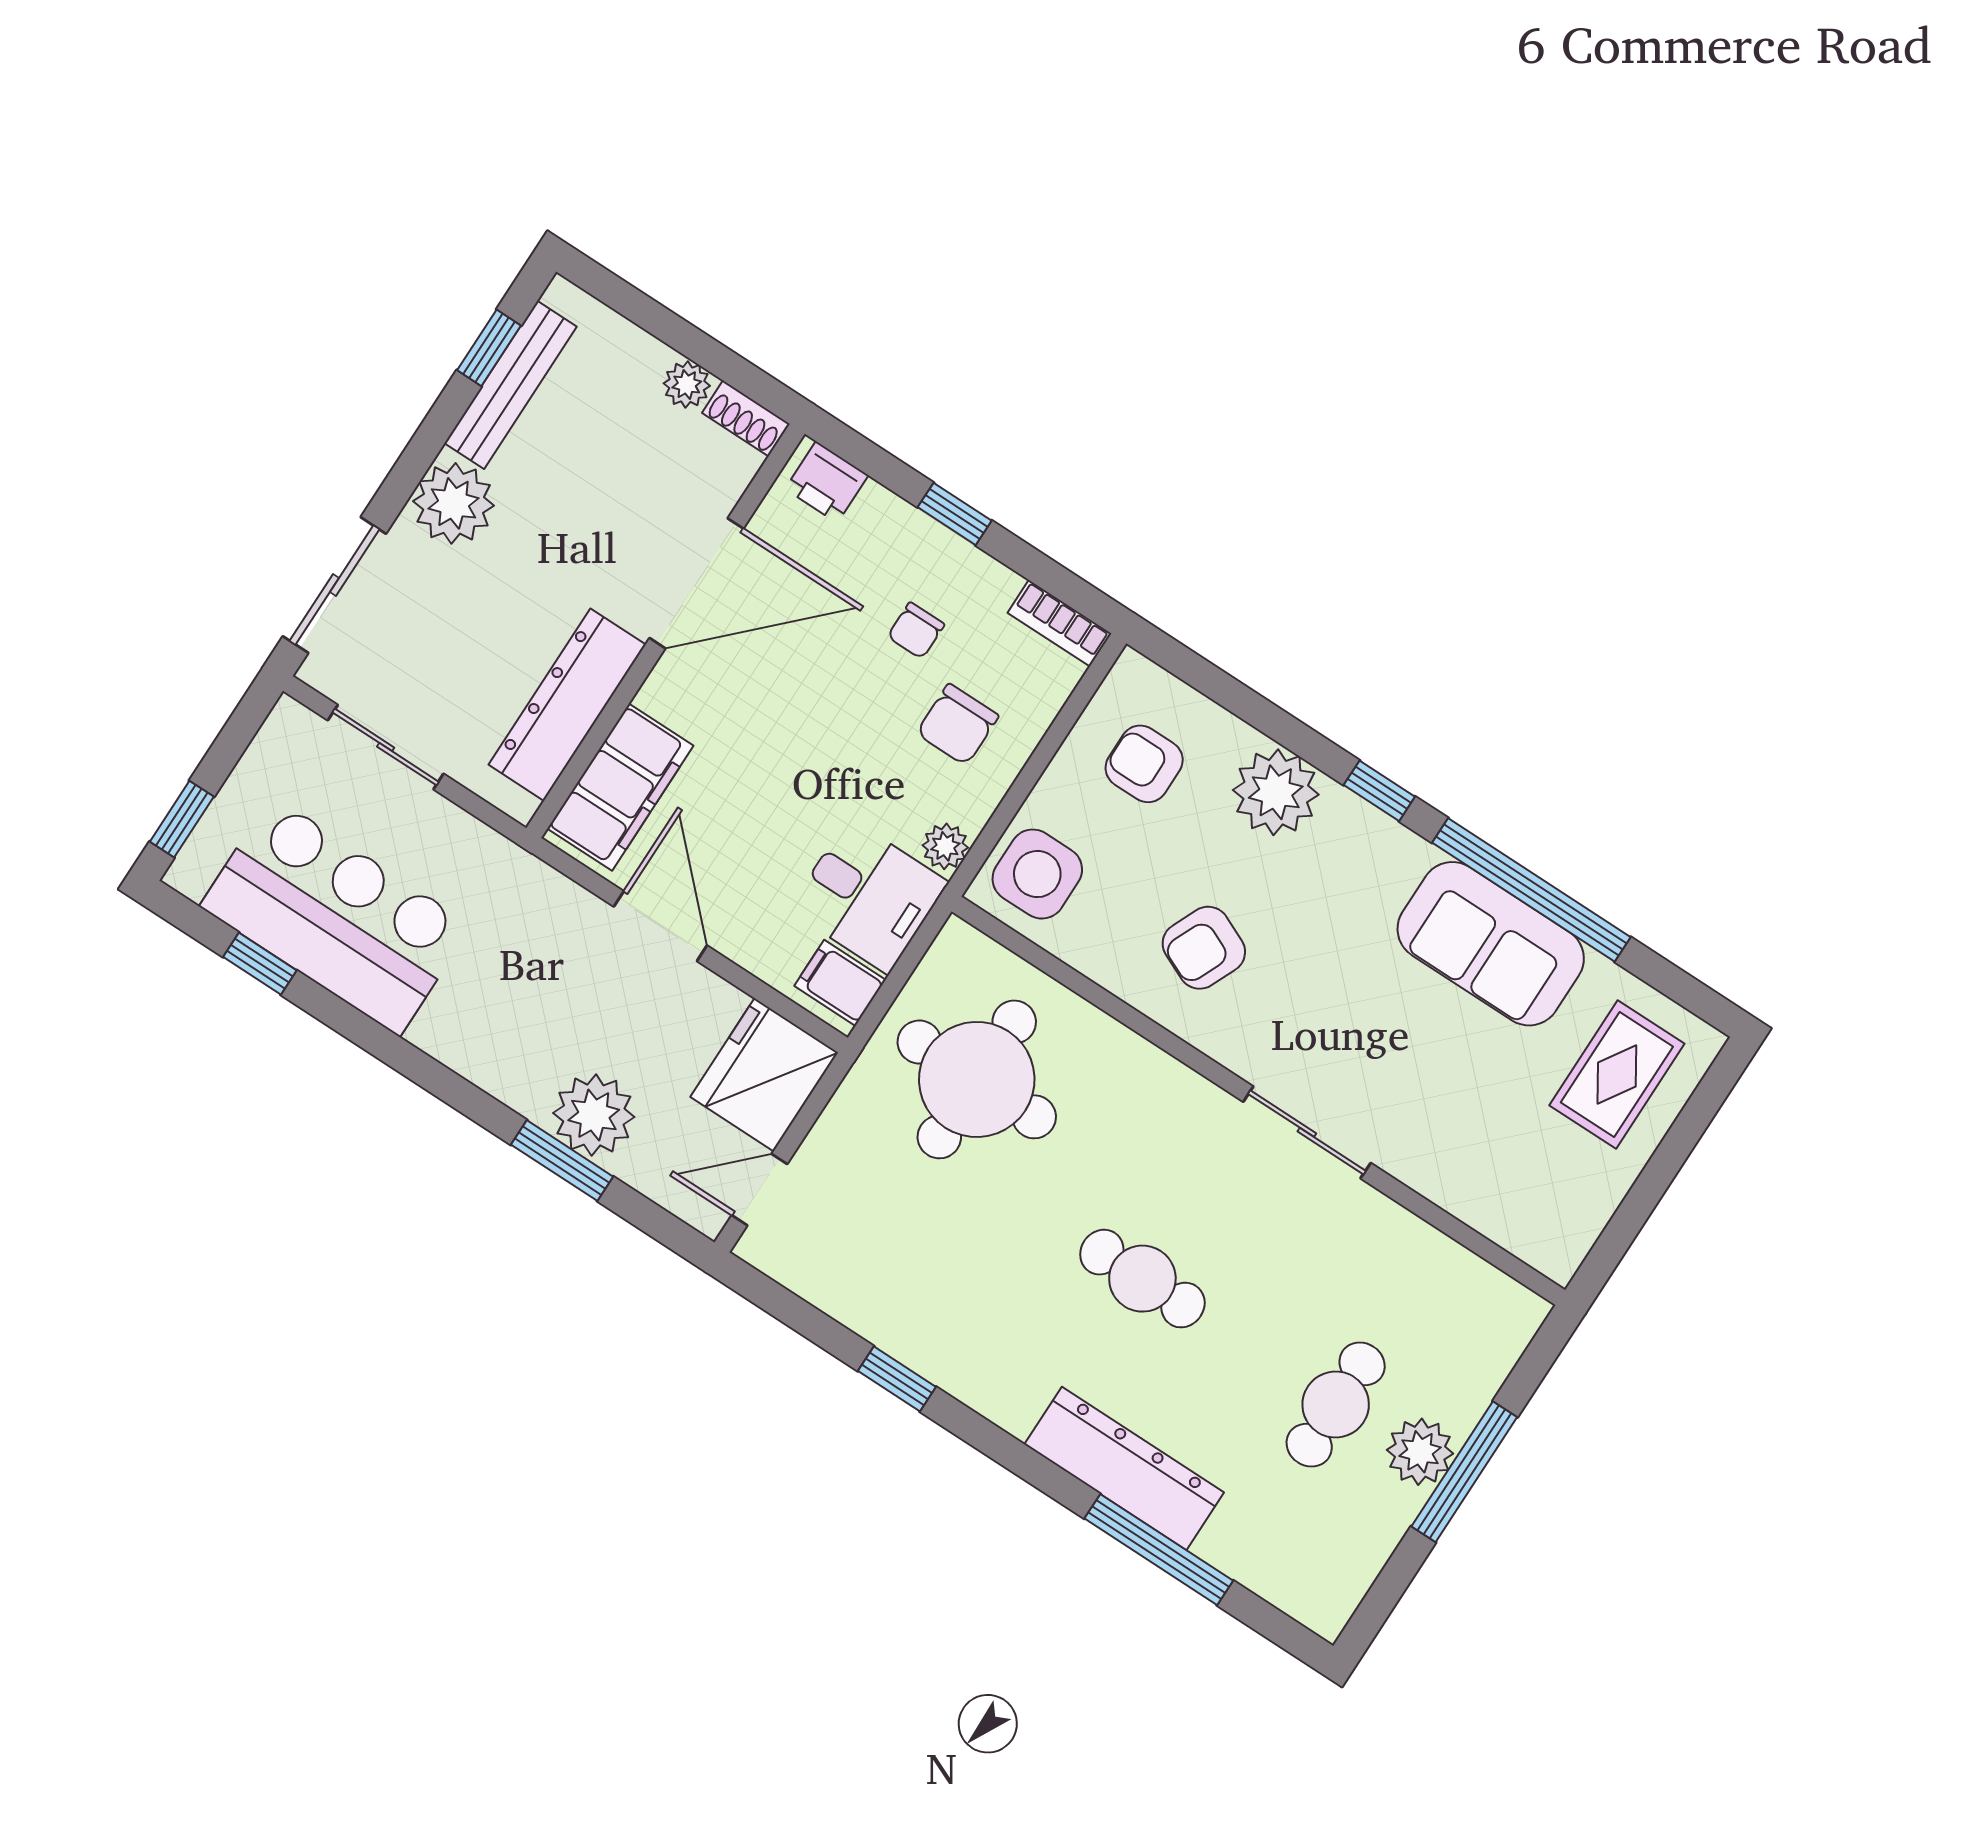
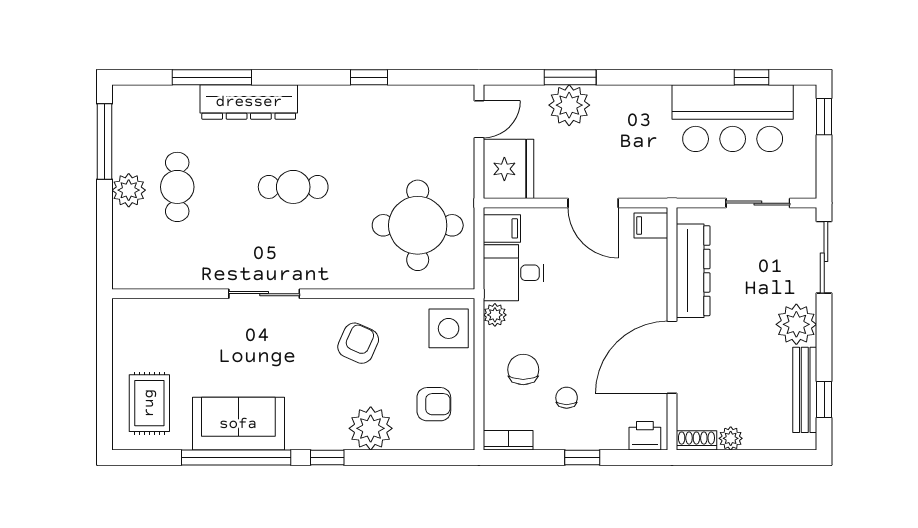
filing cabinet: (620, 787) -> (651, 226), width x0.33, depth x0.86
window: (1464, 1472) -> (105, 141), moved

